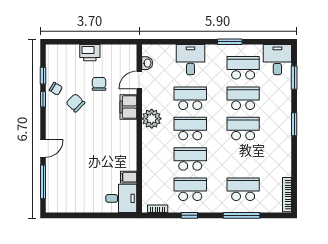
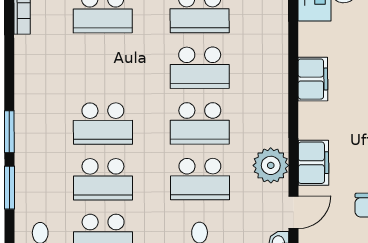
window: (294, 78) -> (9, 188), moved
plant: (152, 119) -> (271, 165), moved
filing cabinet: (129, 177) -> (313, 79), moved, width x2.00

